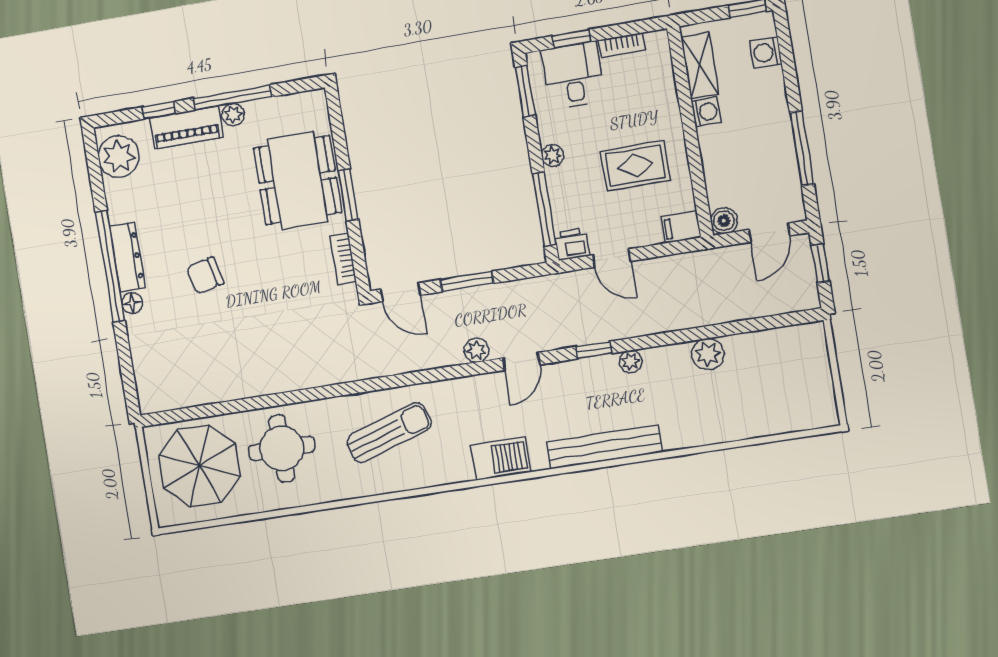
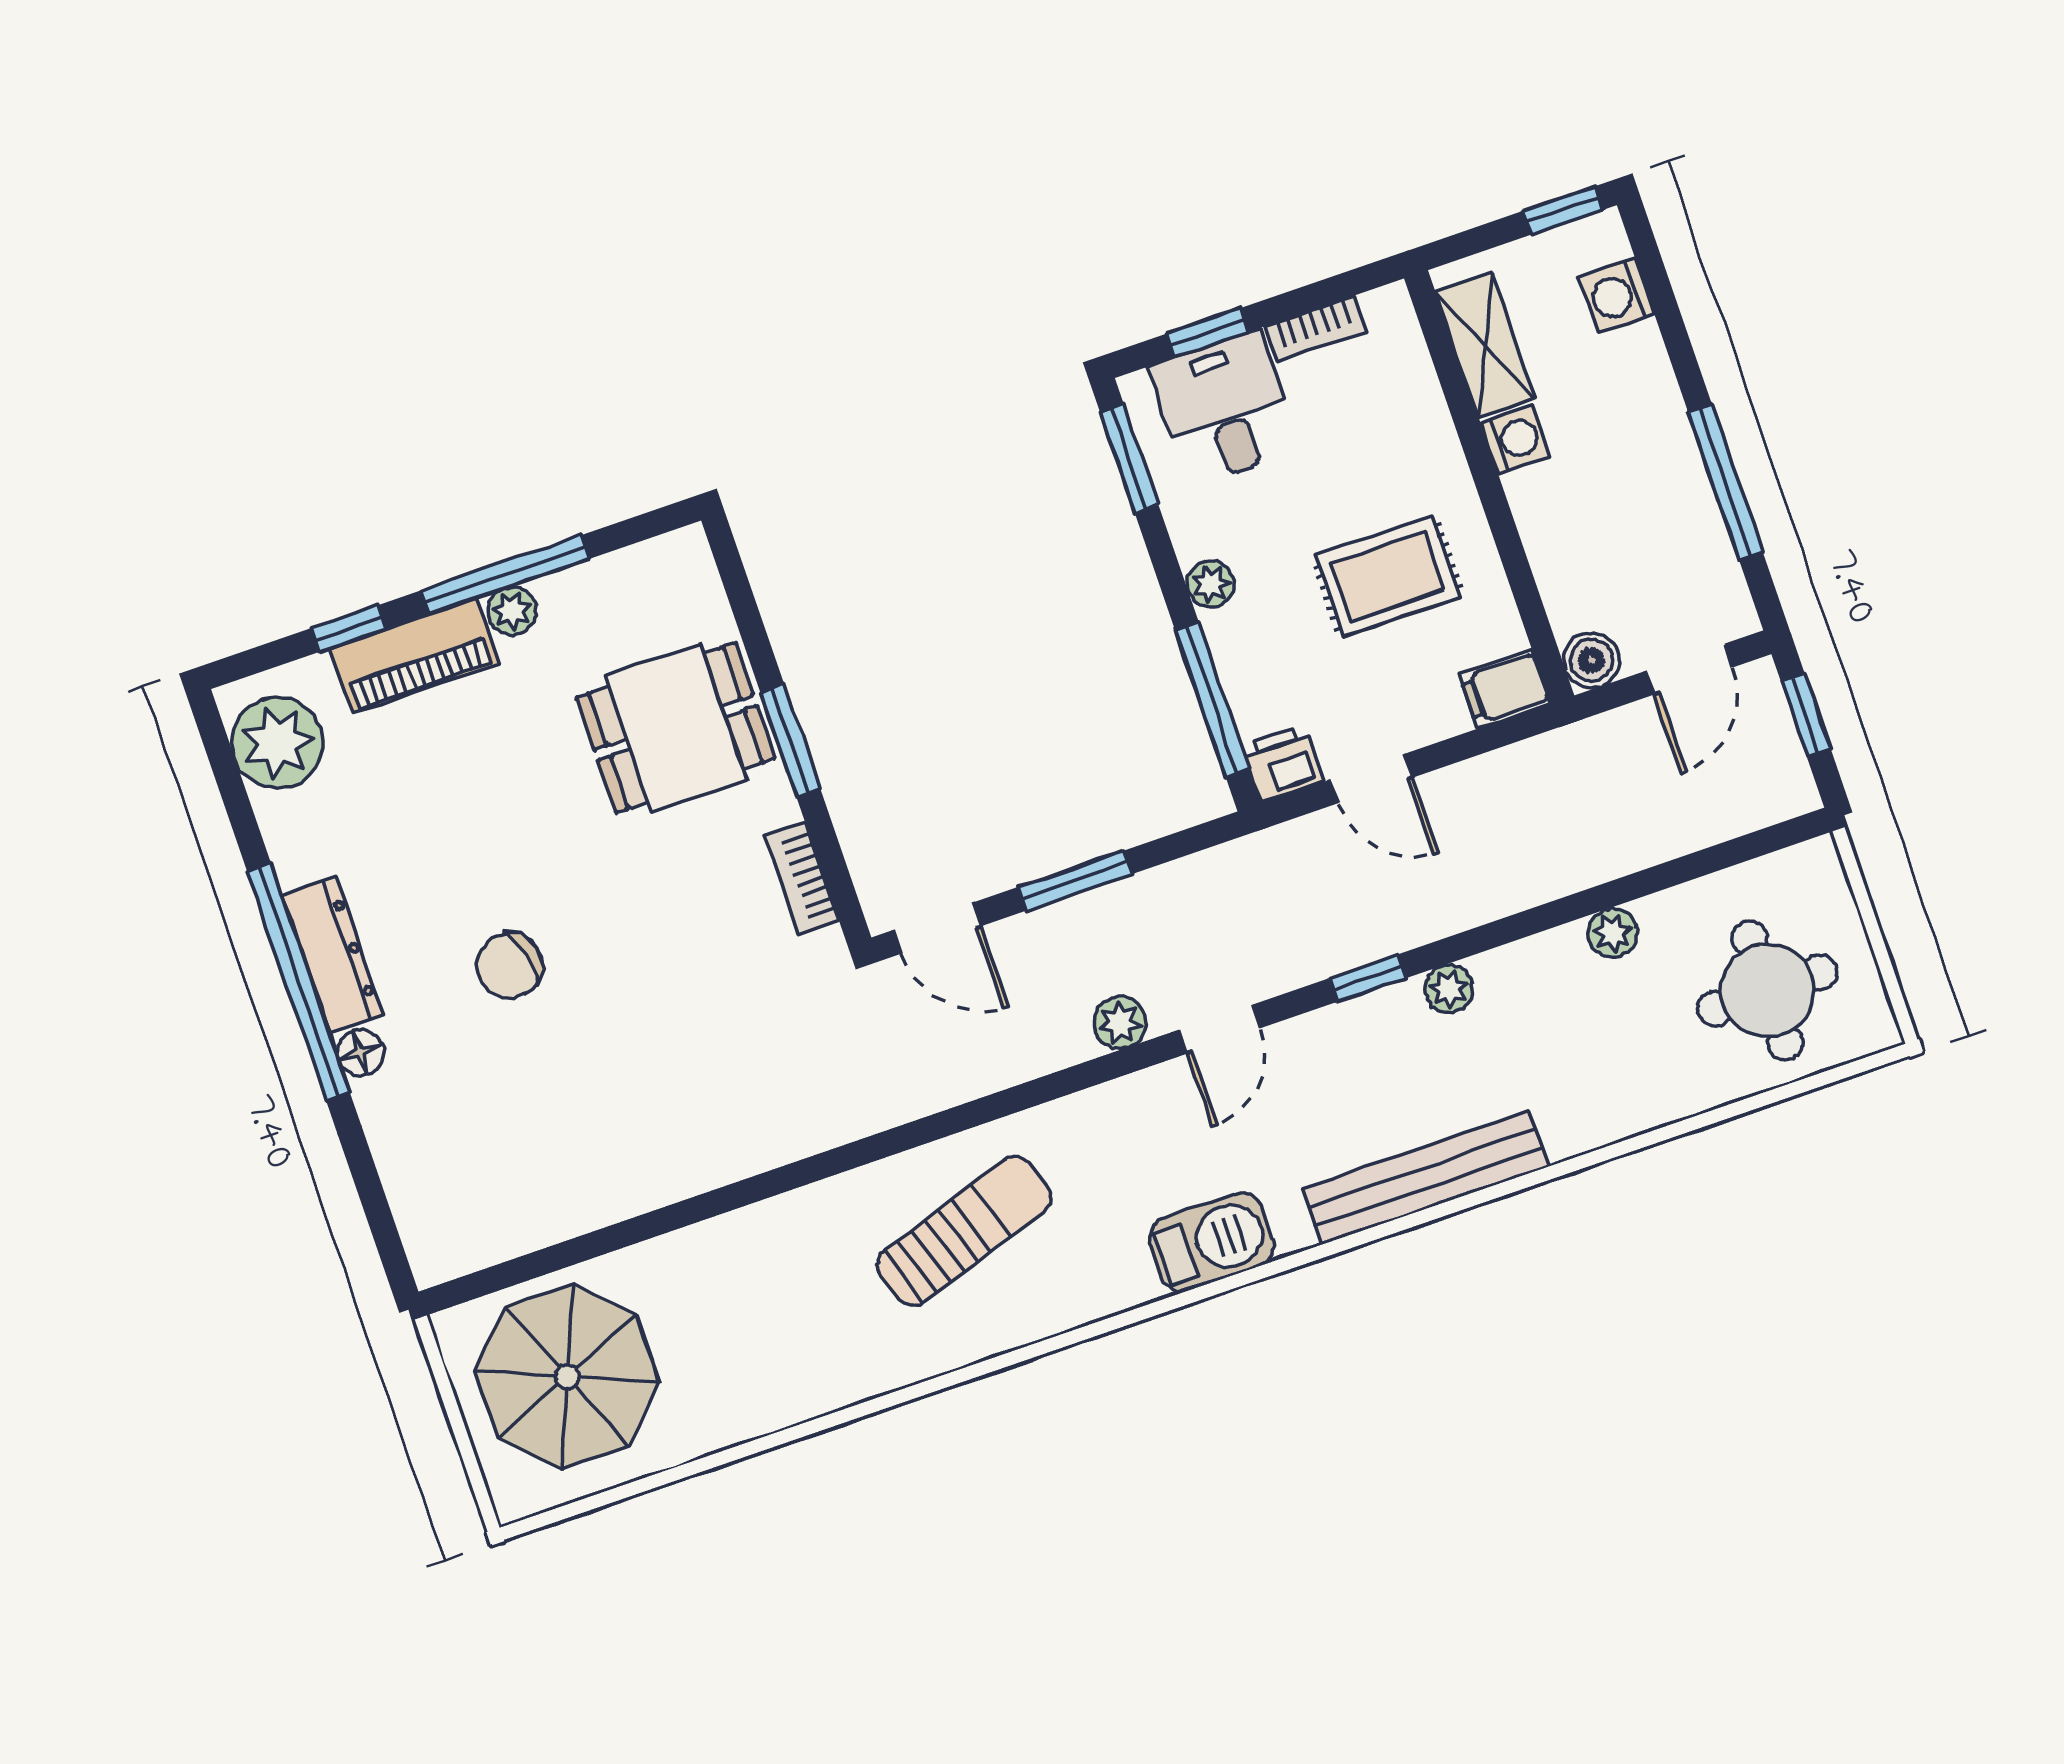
dining table: (297, 180) -> (676, 728), width x0.73
plant: (708, 354) -> (1612, 933), width x0.73, depth x0.73
round table: (282, 448) -> (1767, 990), moved

